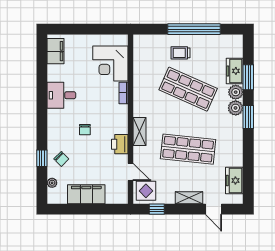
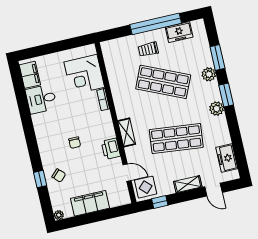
freezer: (235, 71) -> (179, 32), moved, turned -90
desk: (61, 95) -> (41, 99), moved
plant: (236, 108) -> (217, 109), moved
plant: (52, 183) -> (59, 215), moved

